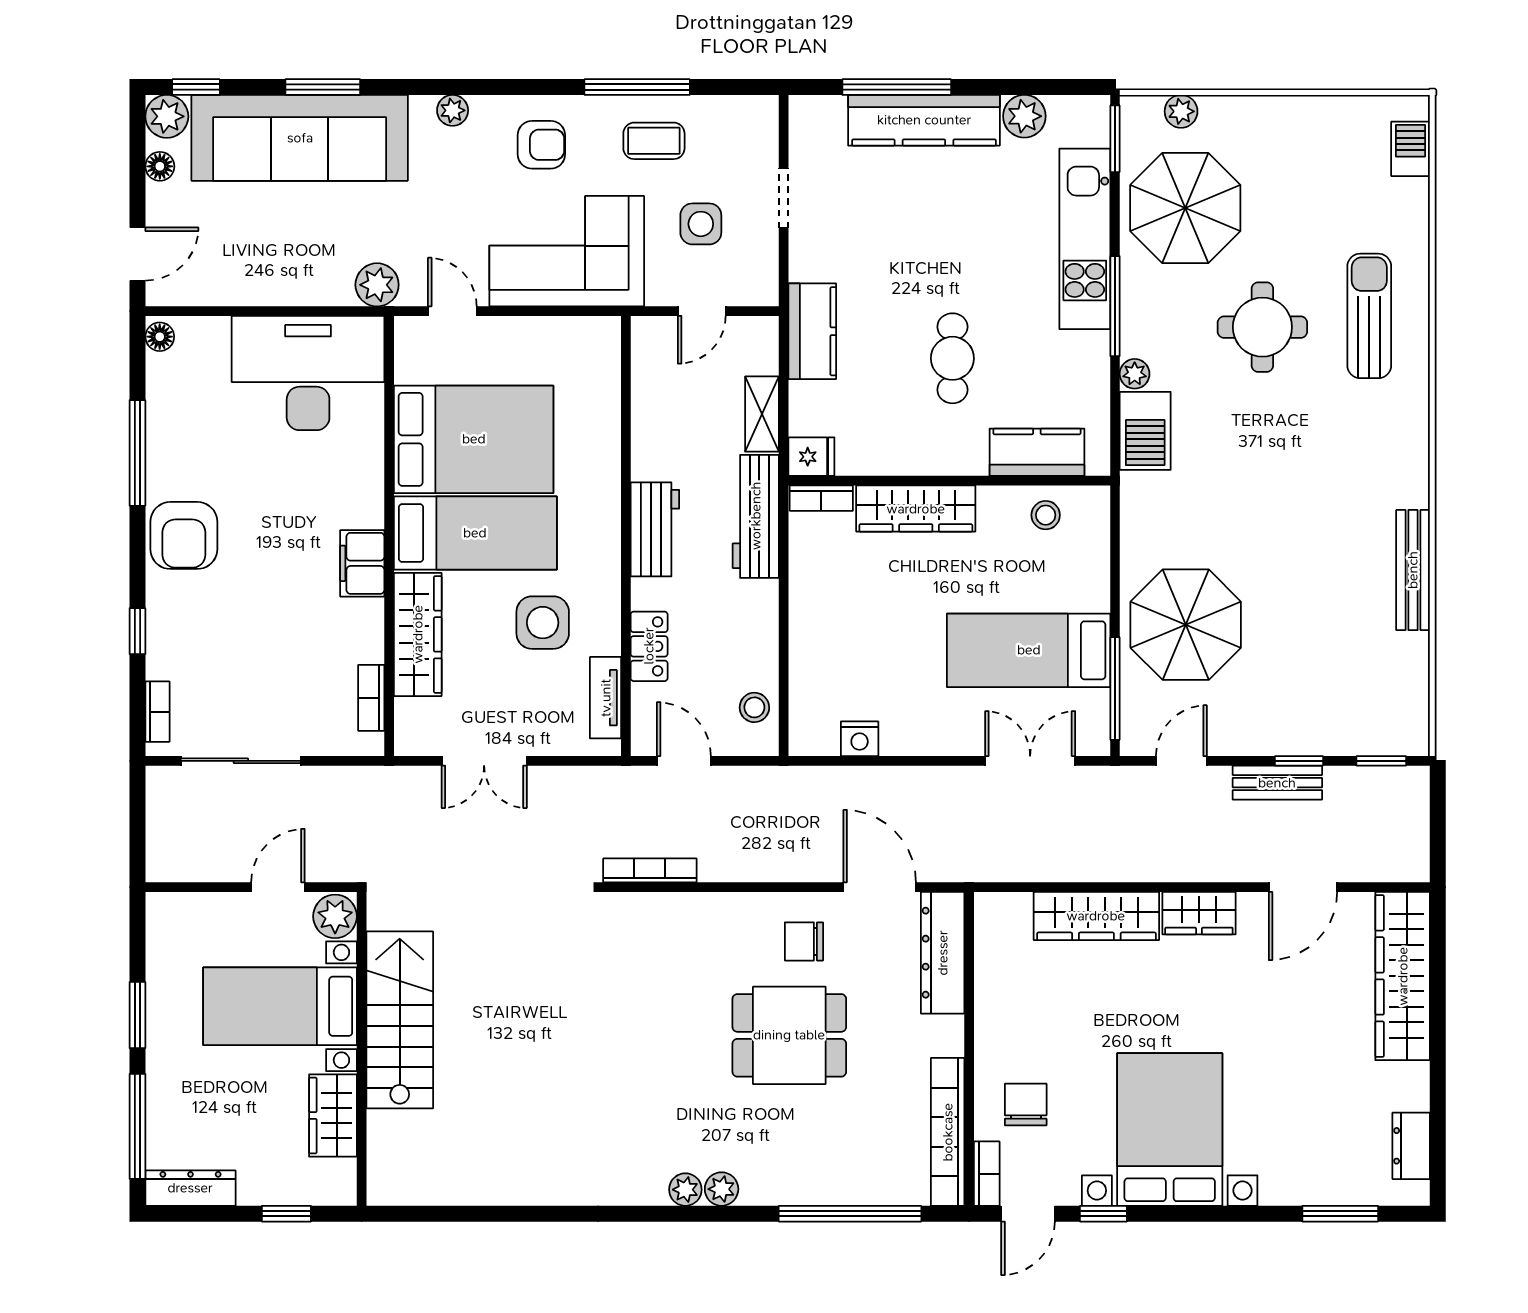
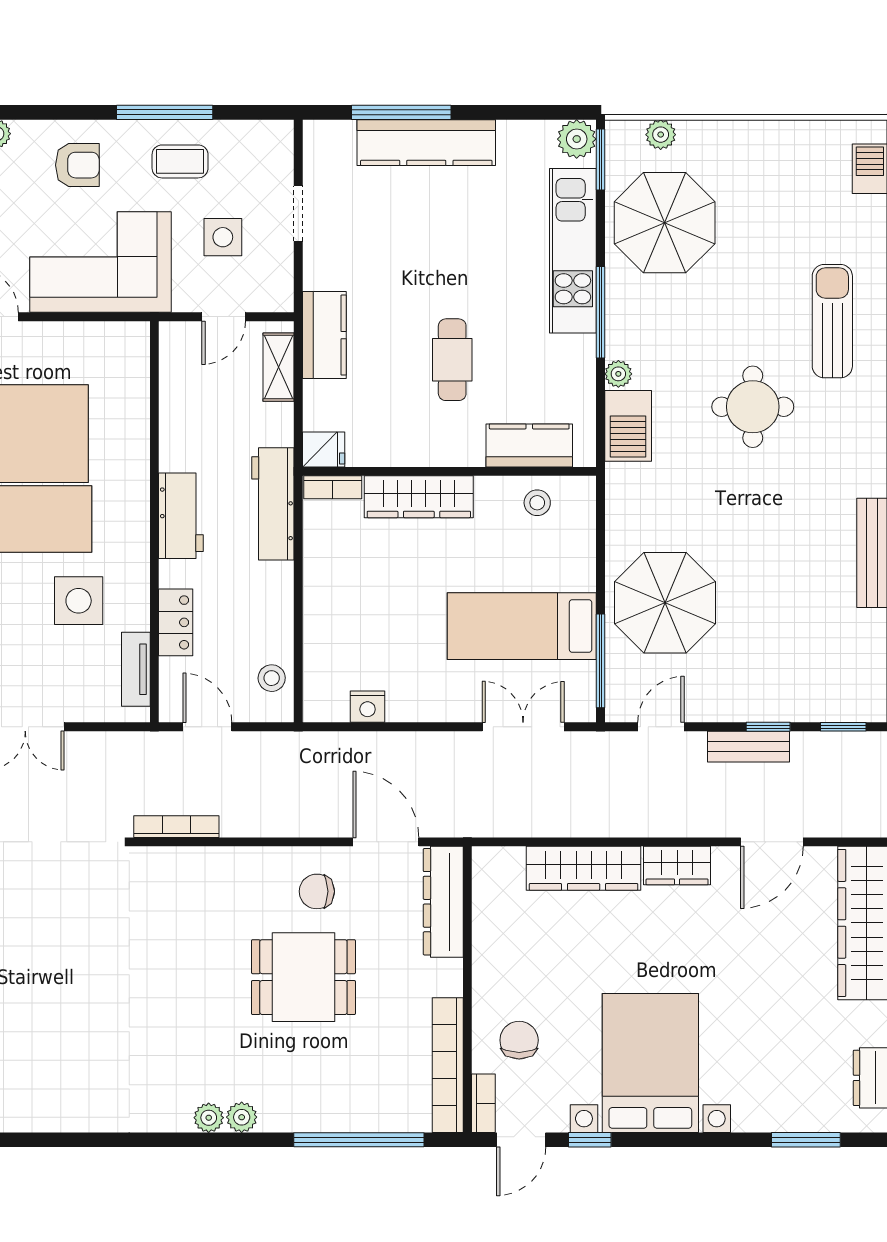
plant: (1024, 116) -> (577, 139), moved
round table: (1262, 327) -> (753, 407), moved
shelving: (762, 414) -> (279, 367), moved

